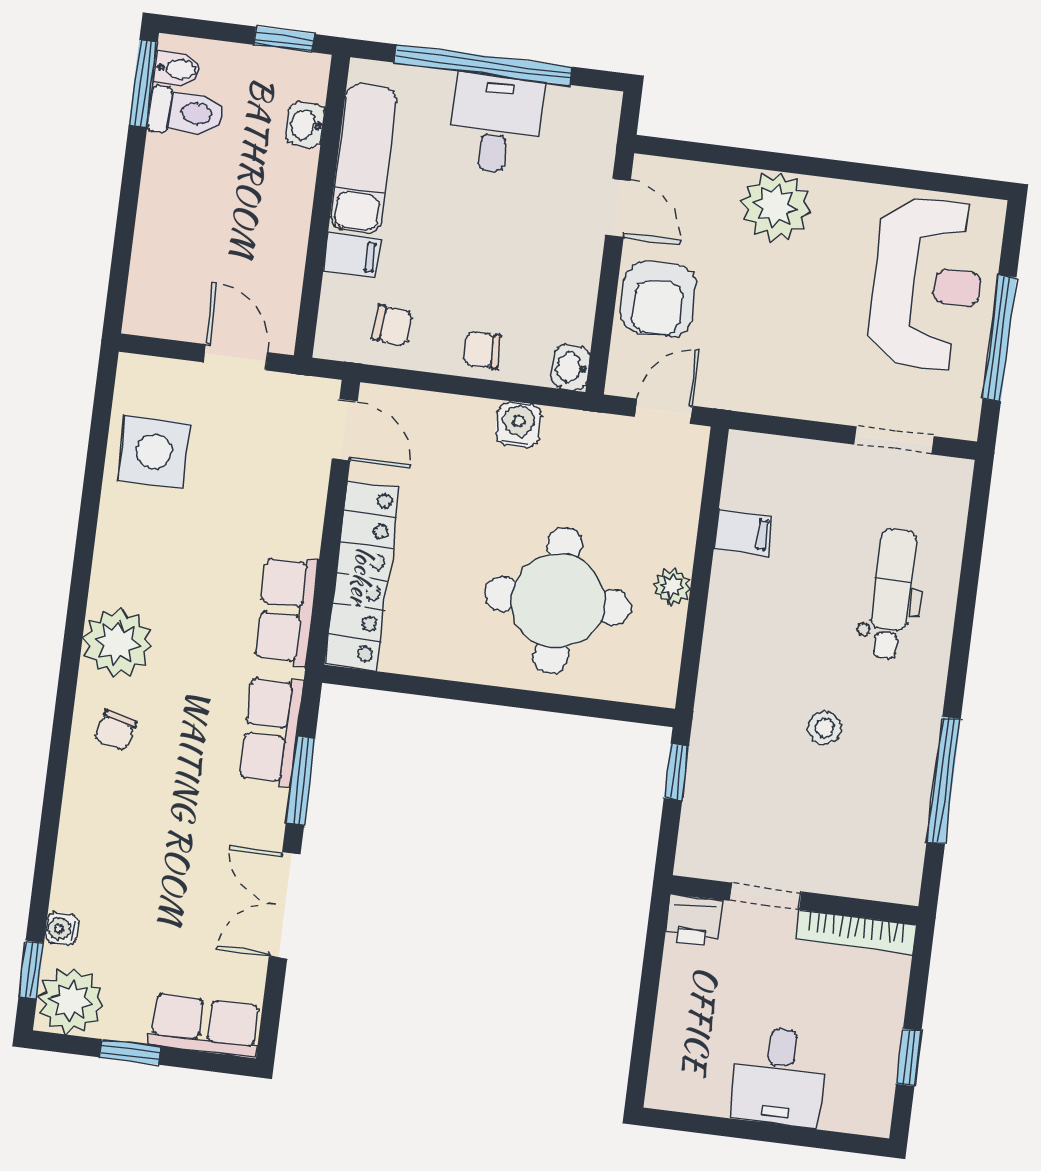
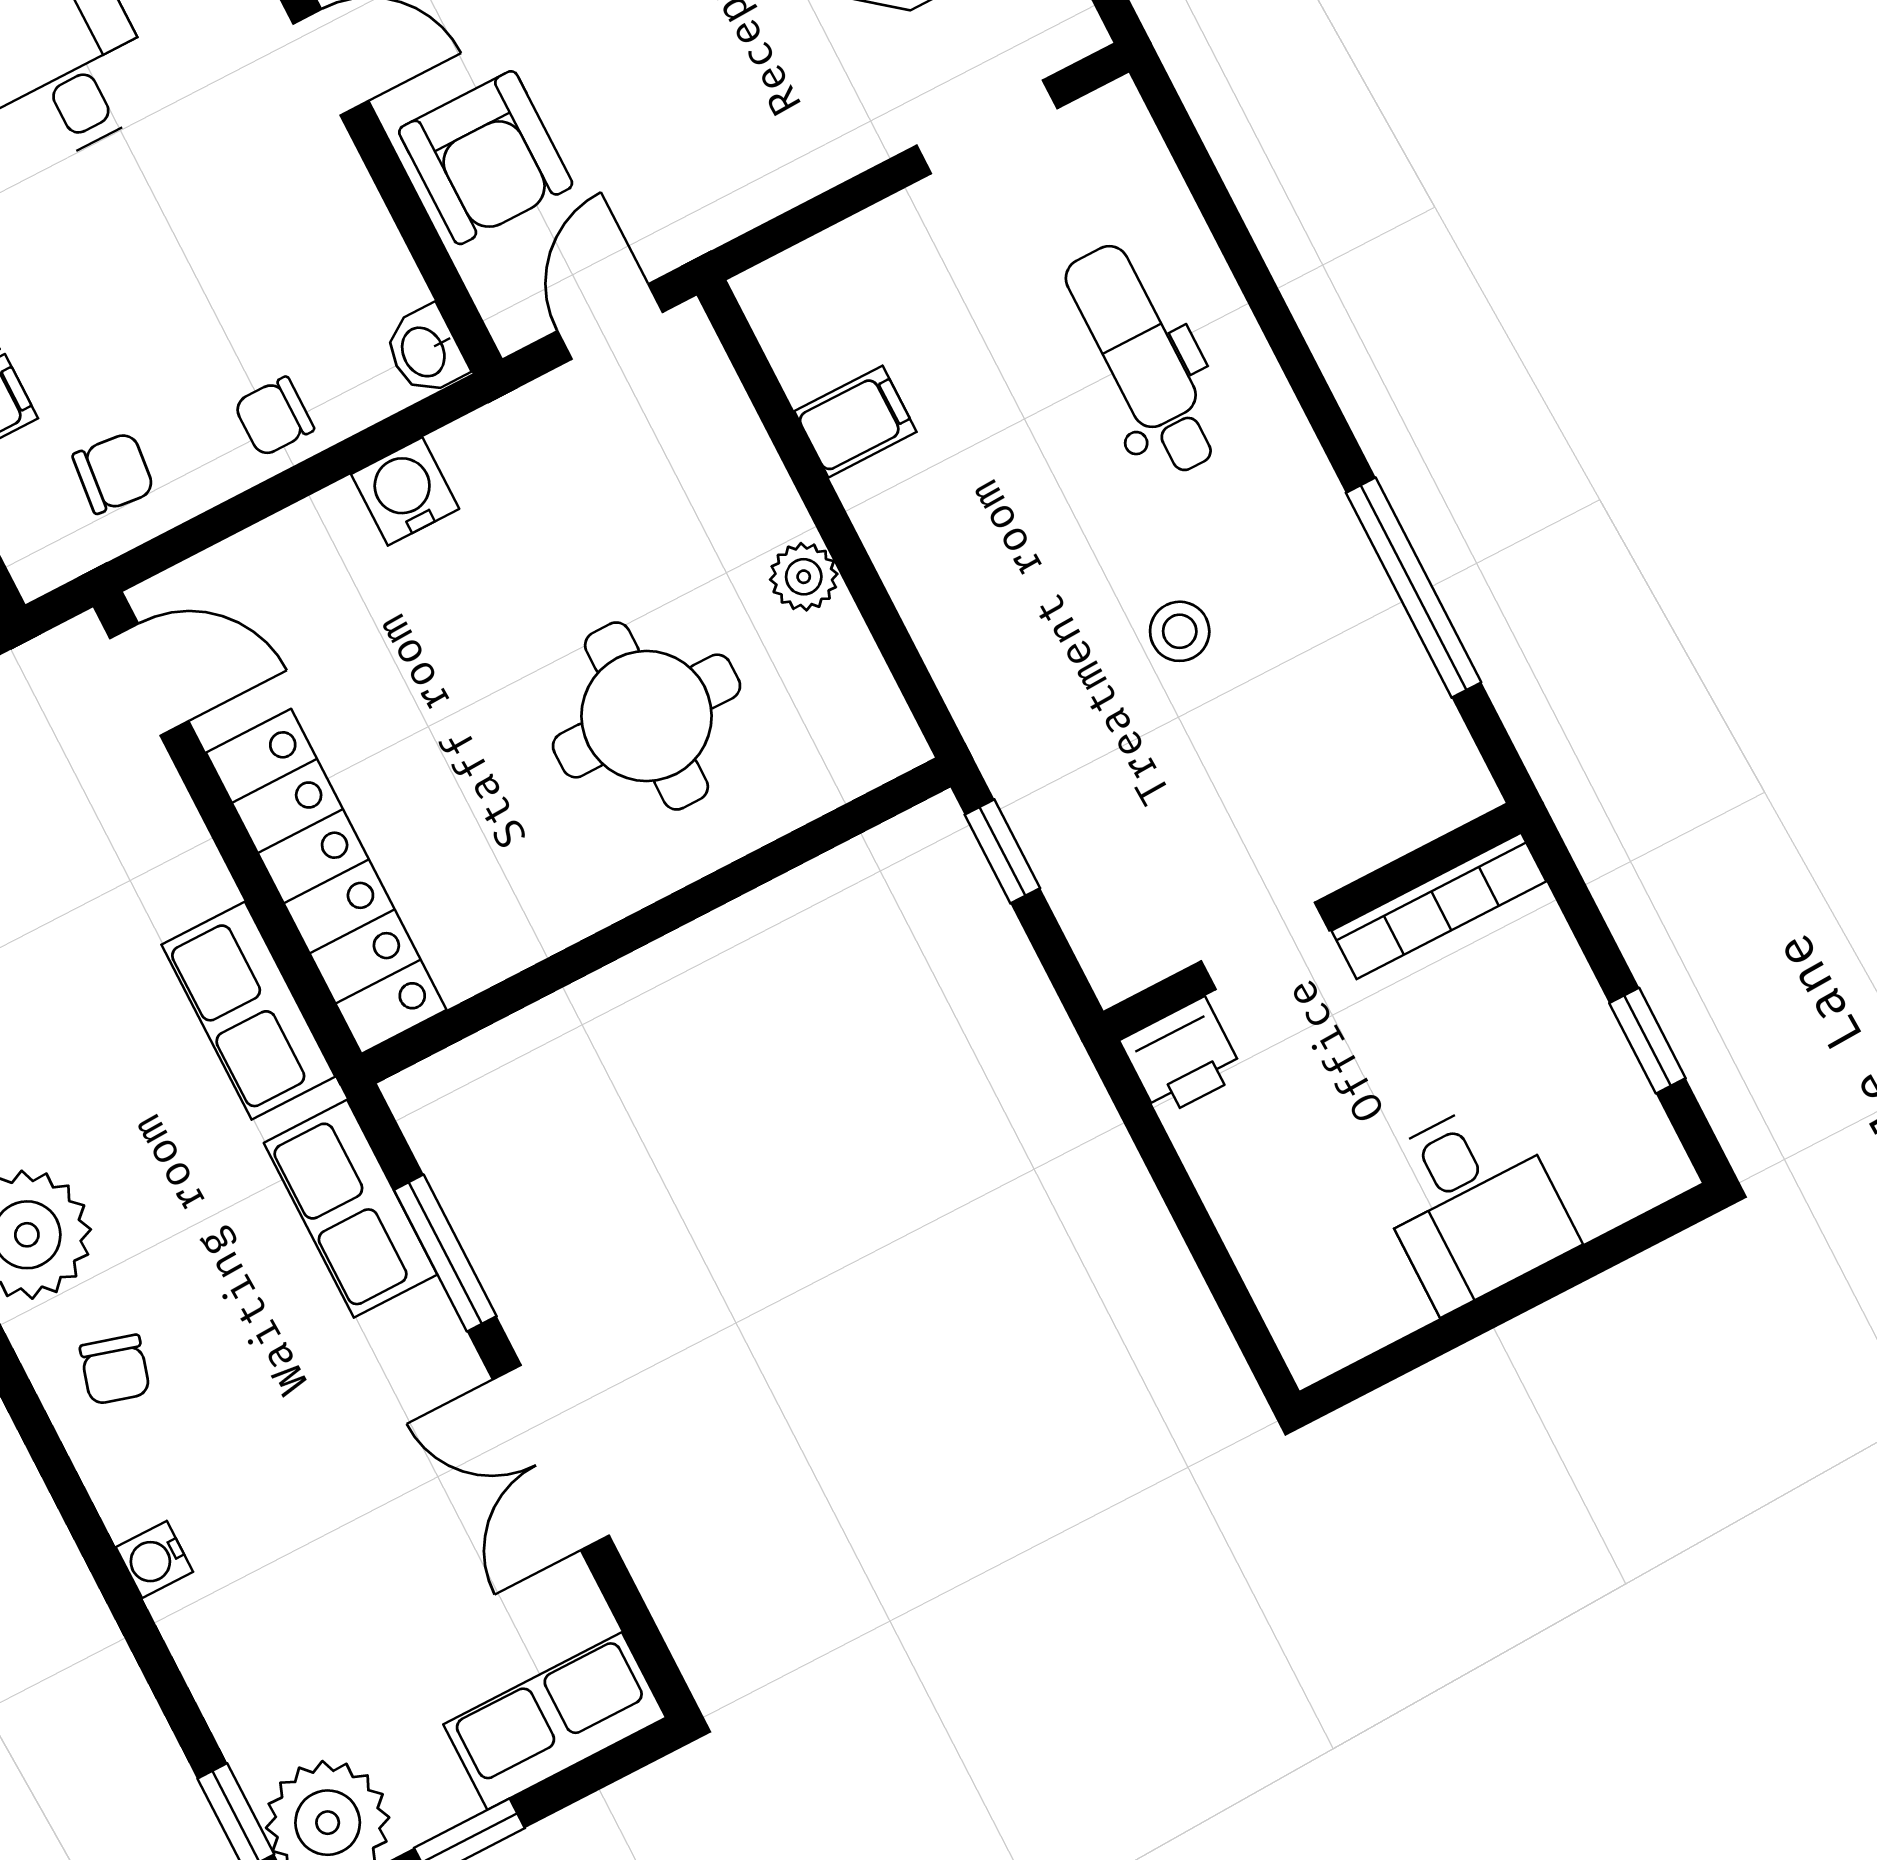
round table: (558, 601) -> (647, 716), width x0.73, depth x0.73
water cooler: (62, 929) -> (154, 1559), moved

